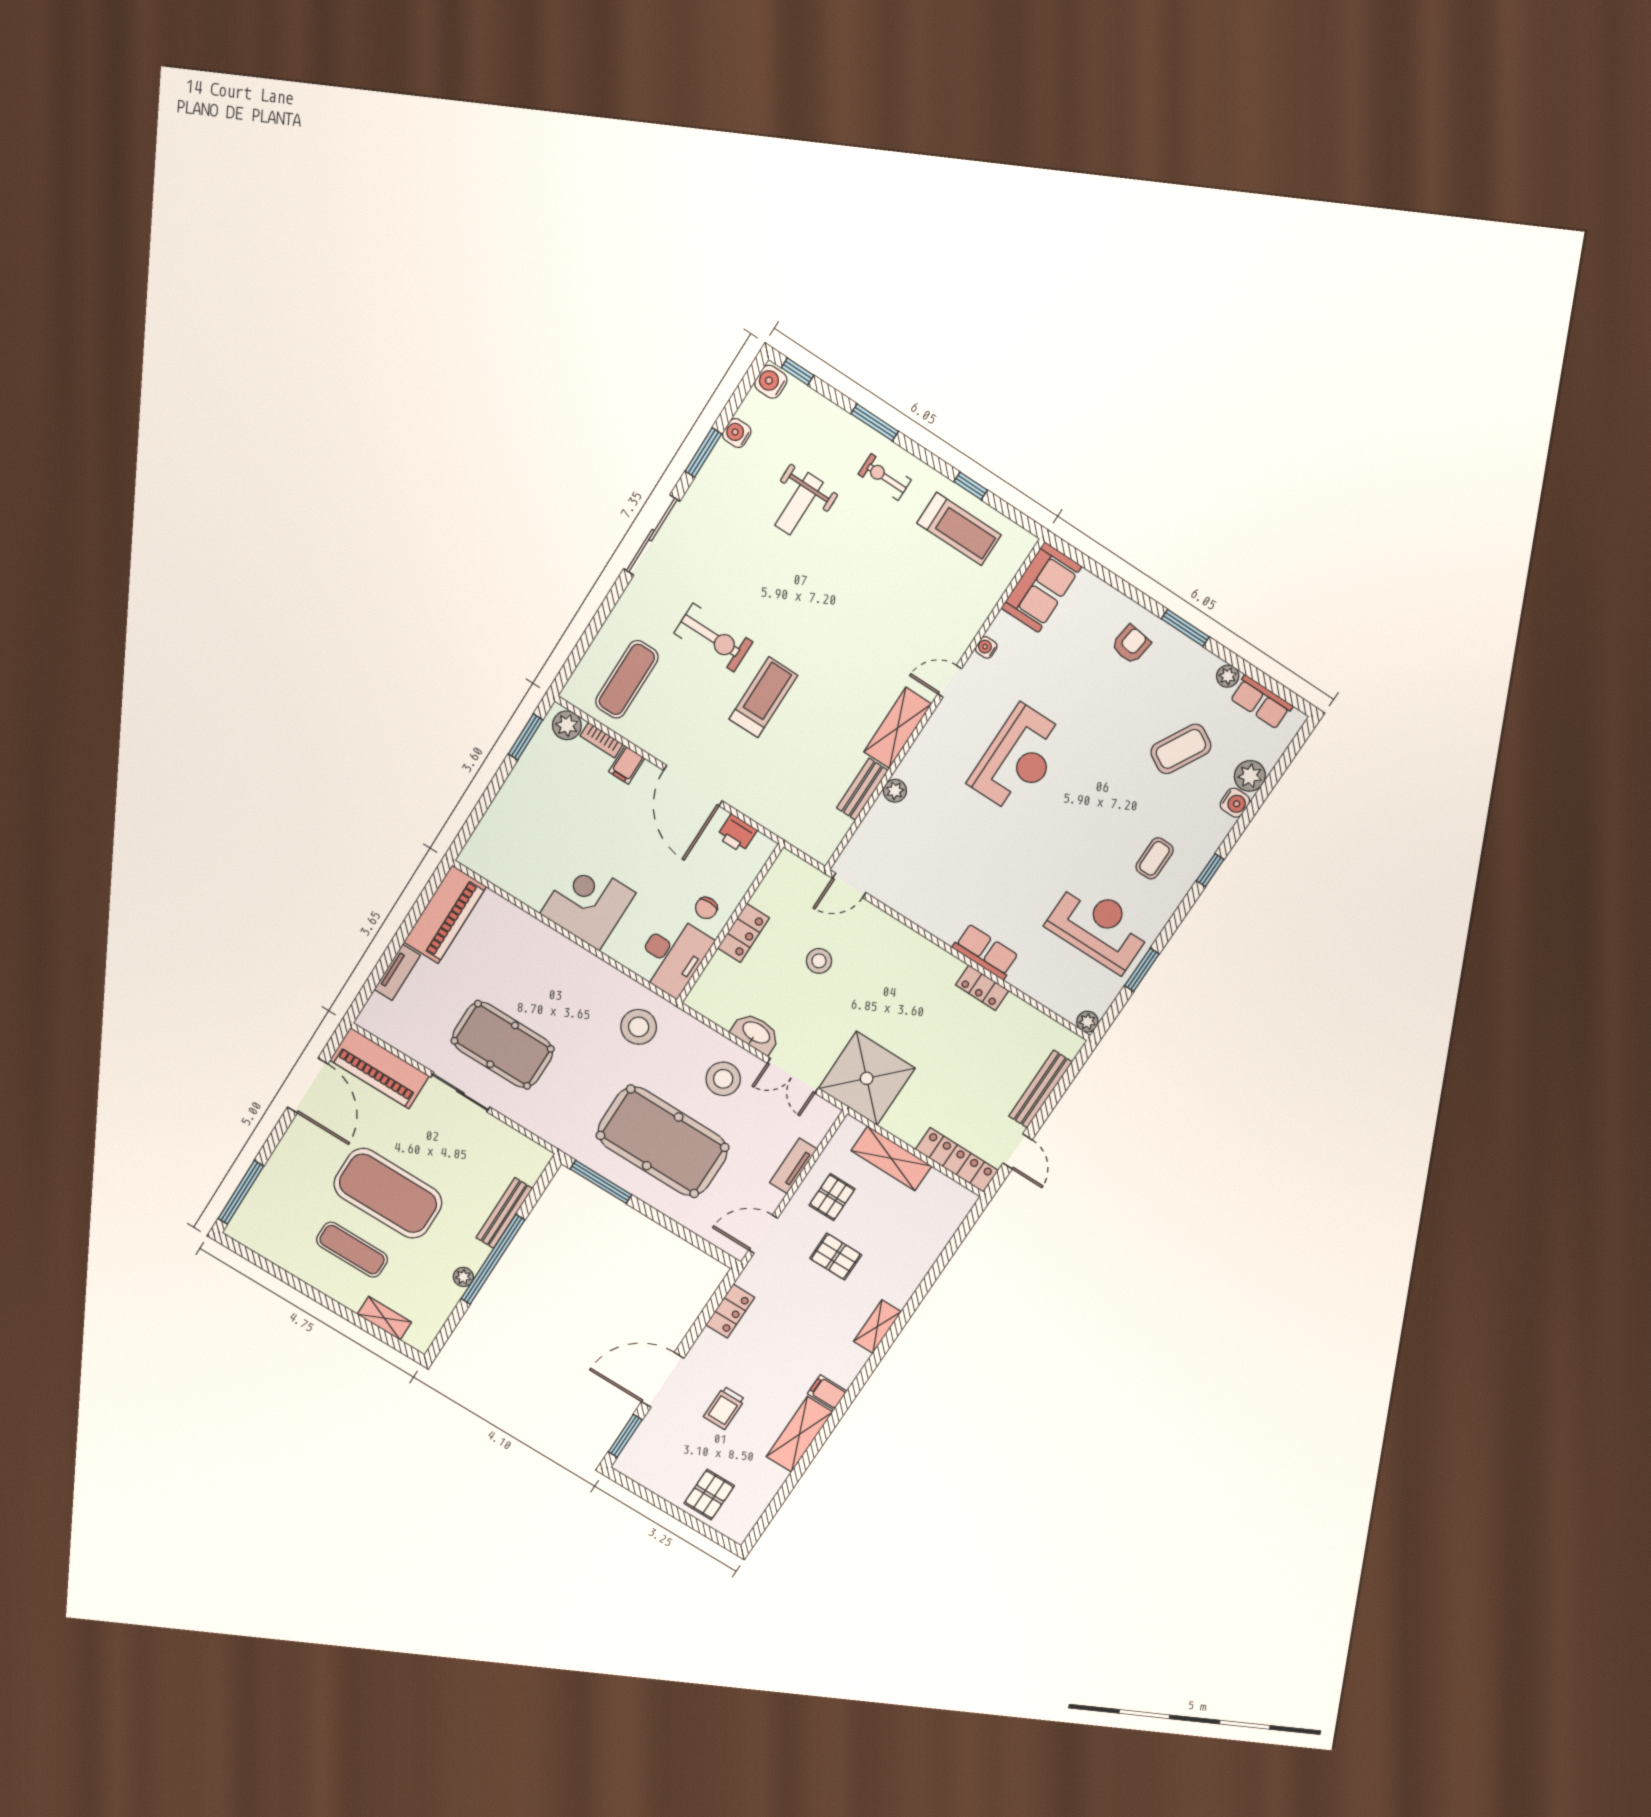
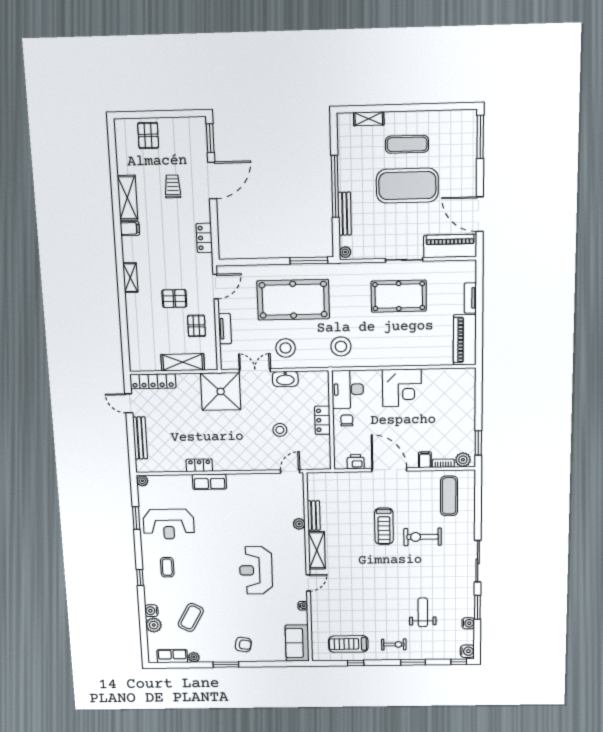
armchair: (1131, 644) -> (243, 645), turned -89
plant: (463, 1277) -> (345, 252), moved

